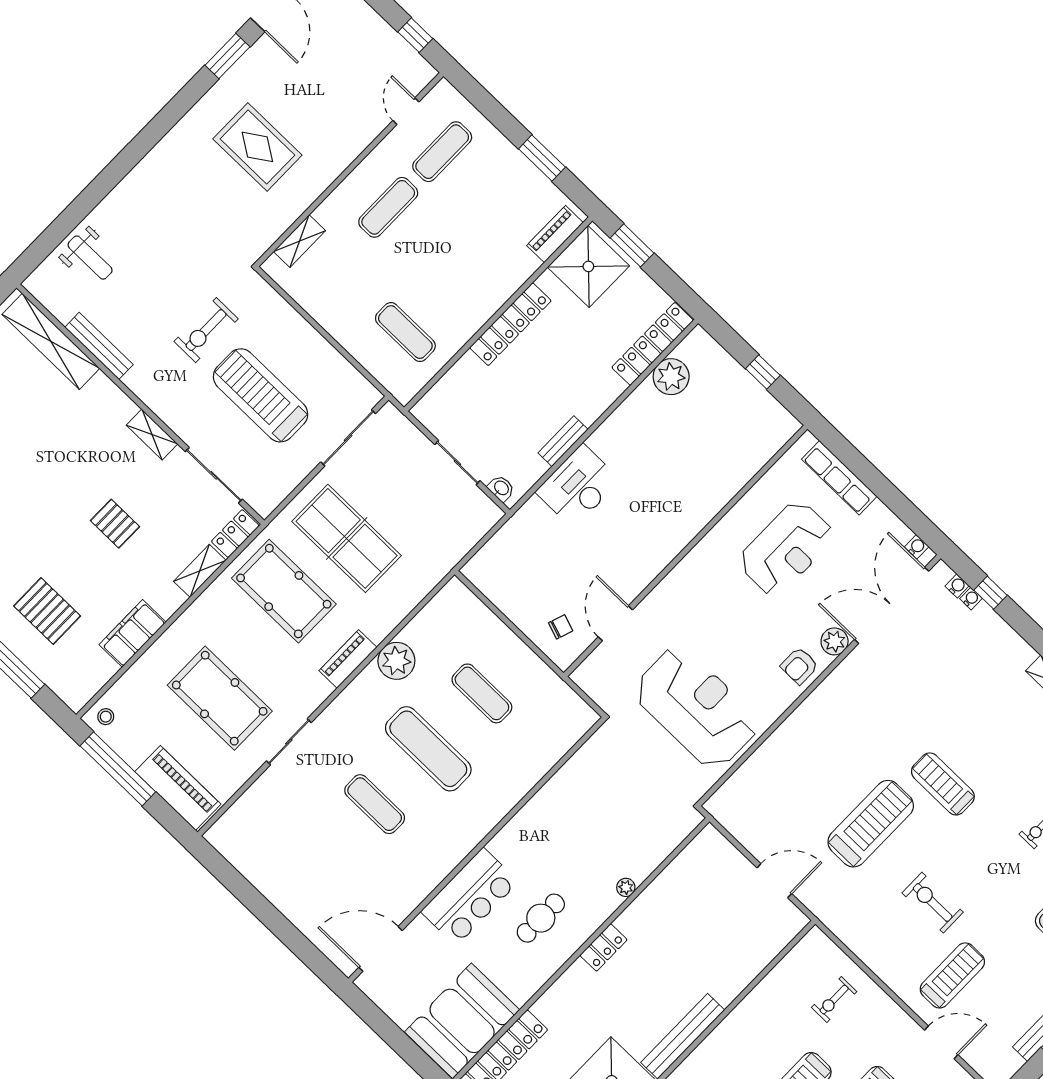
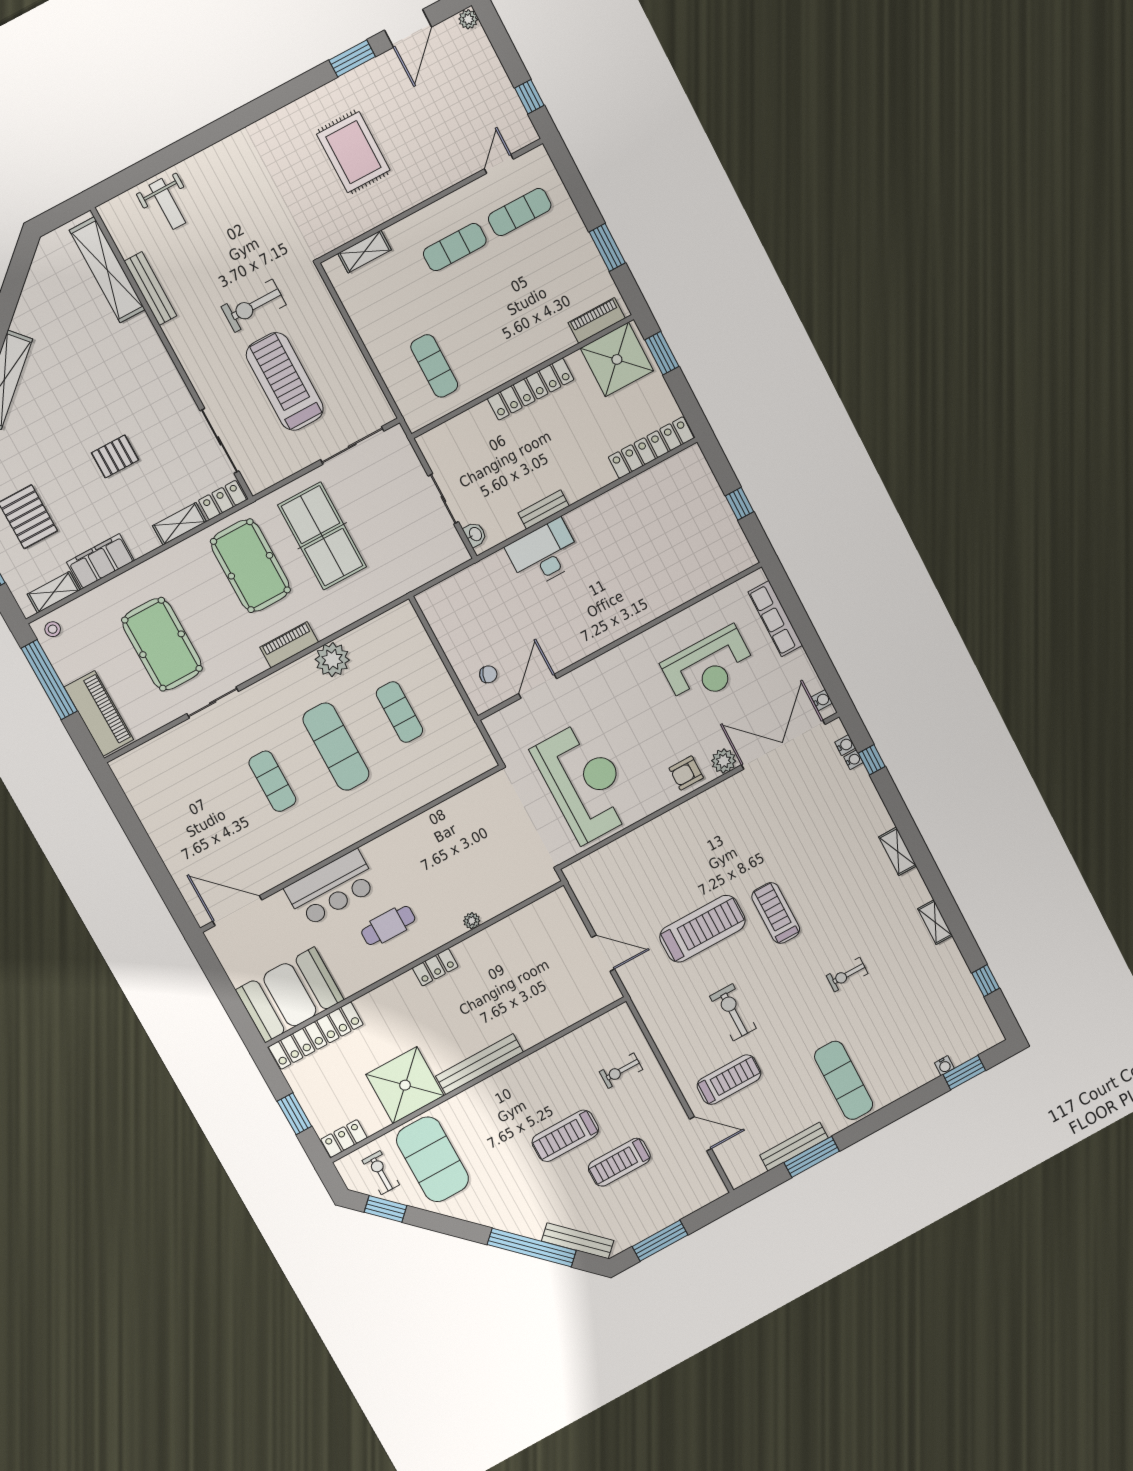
plant: (671, 377) -> (658, 482), removed
shelving: (152, 435) -> (54, 592), moved, turned 90
pallet: (115, 524) -> (115, 456), turned 90

